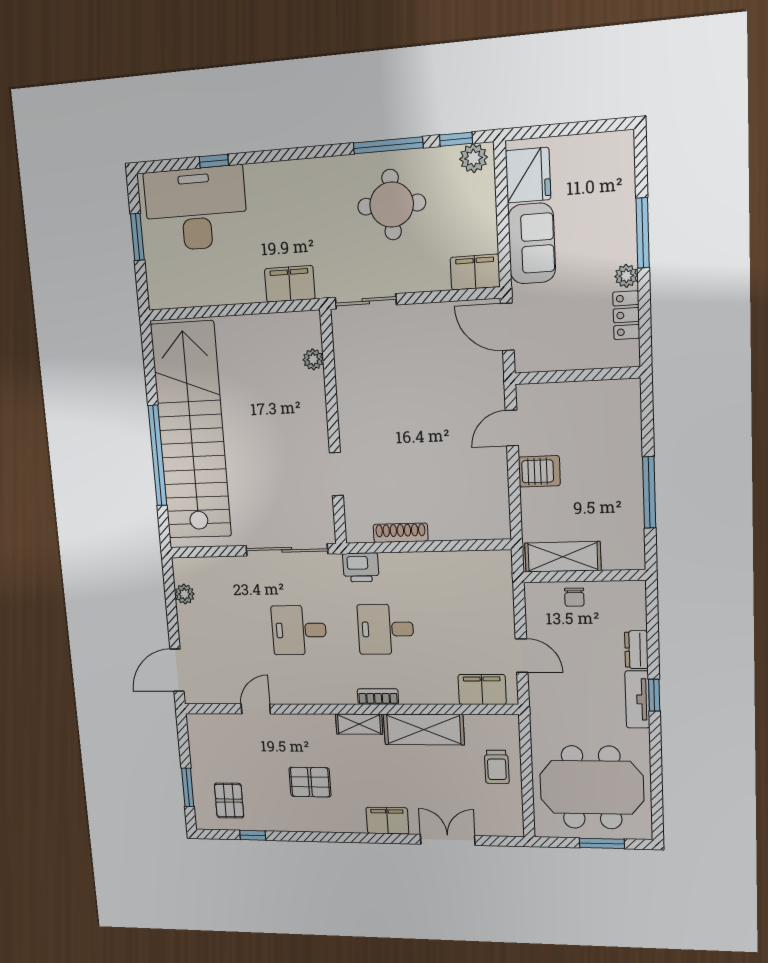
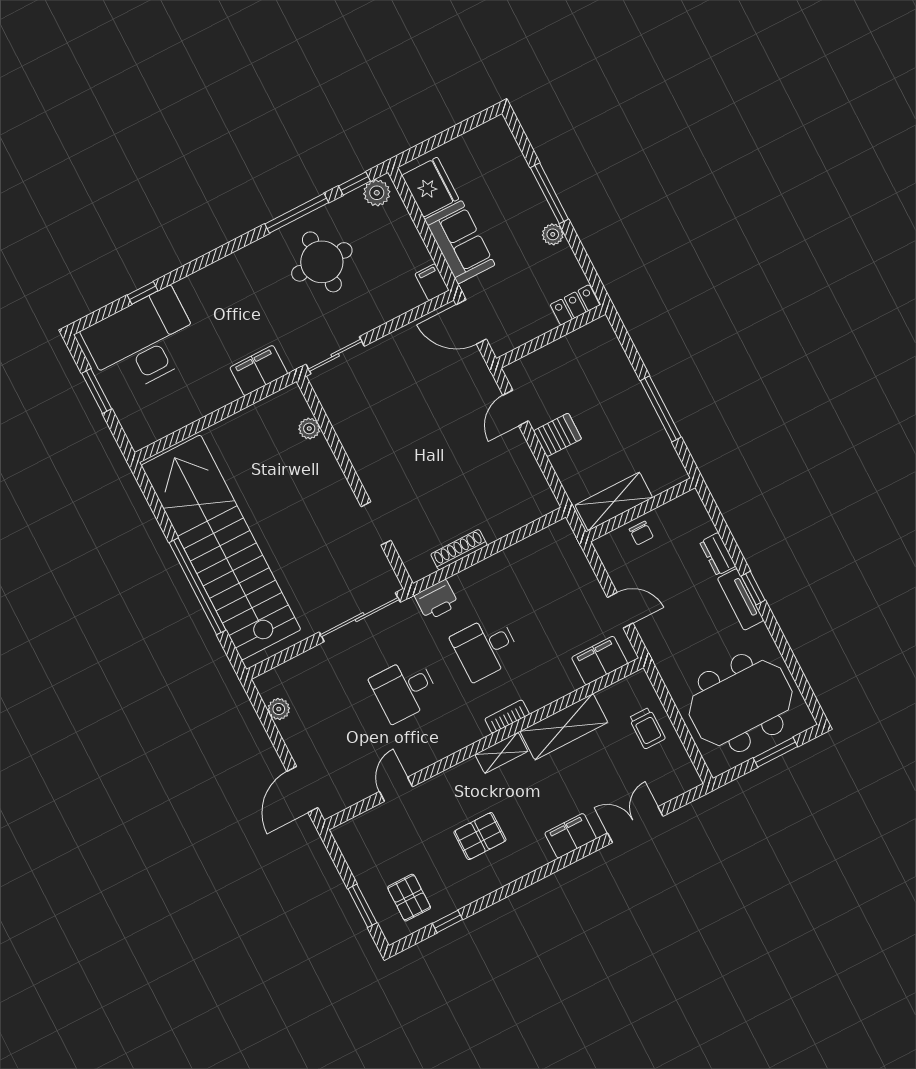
filing cabinet: (475, 272) -> (432, 282), width x0.50
locker: (626, 315) -> (575, 305), moved, turned 90

